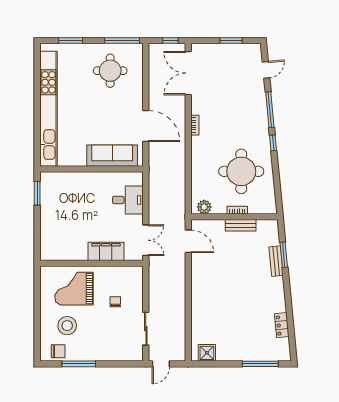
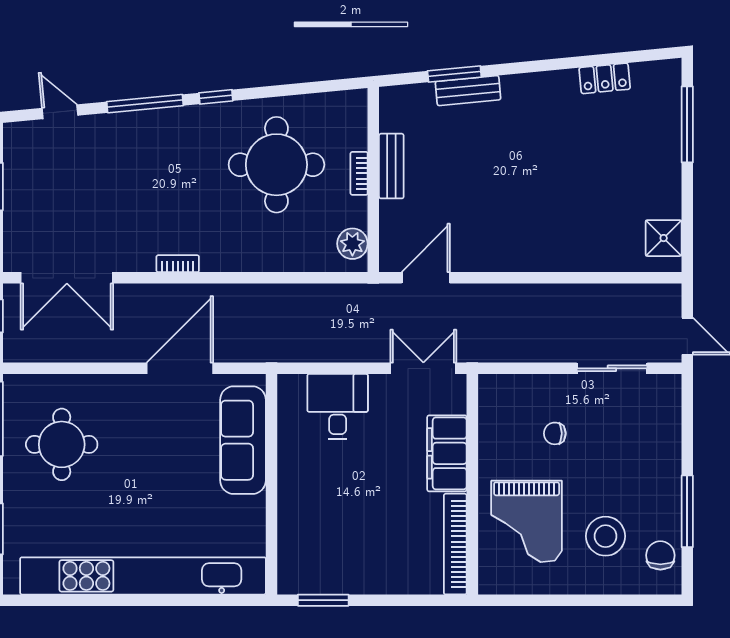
bookcase: (63, 255) -> (455, 544), added

